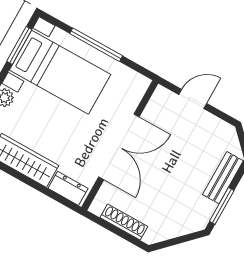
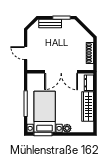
double door: (119, 147) -> (61, 72), swing flipped

